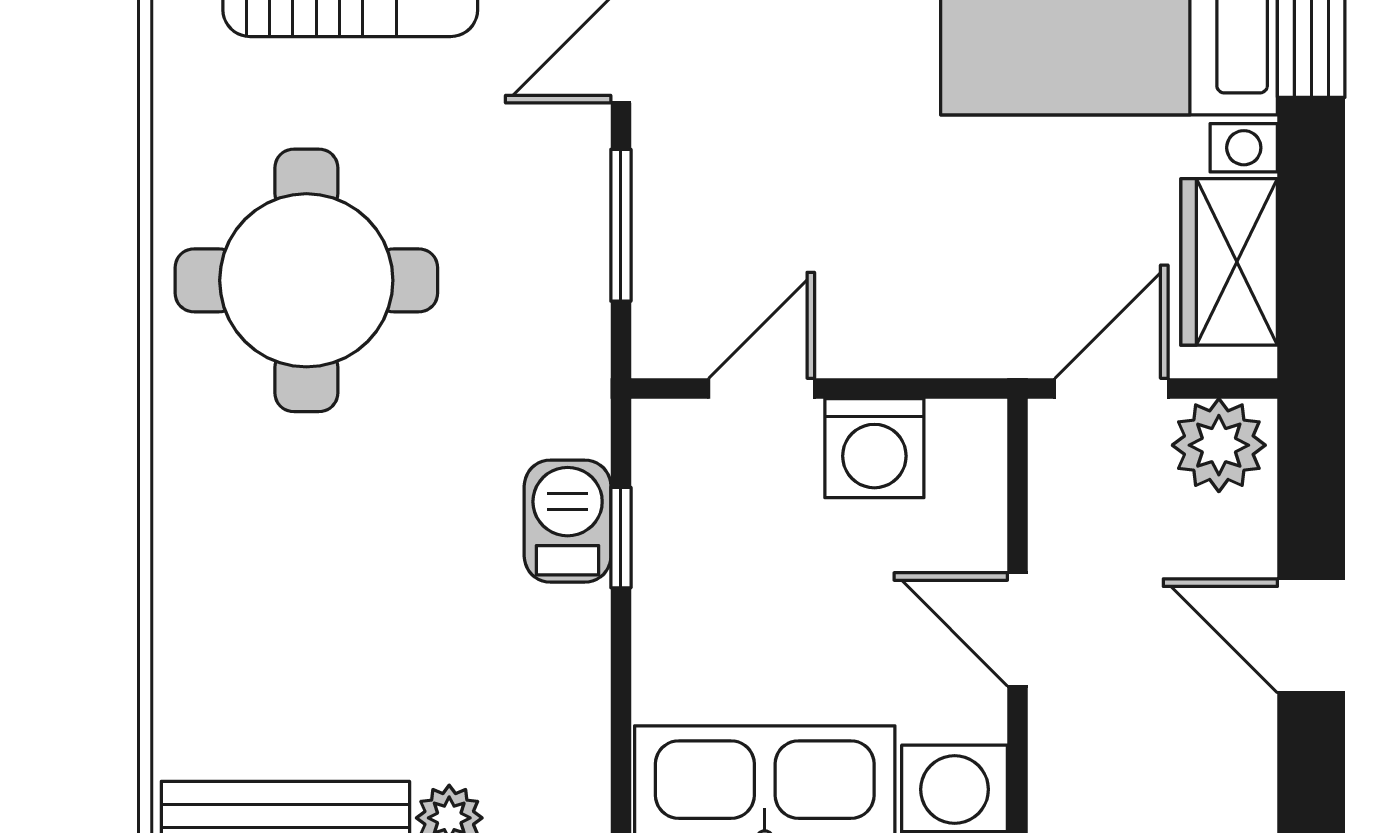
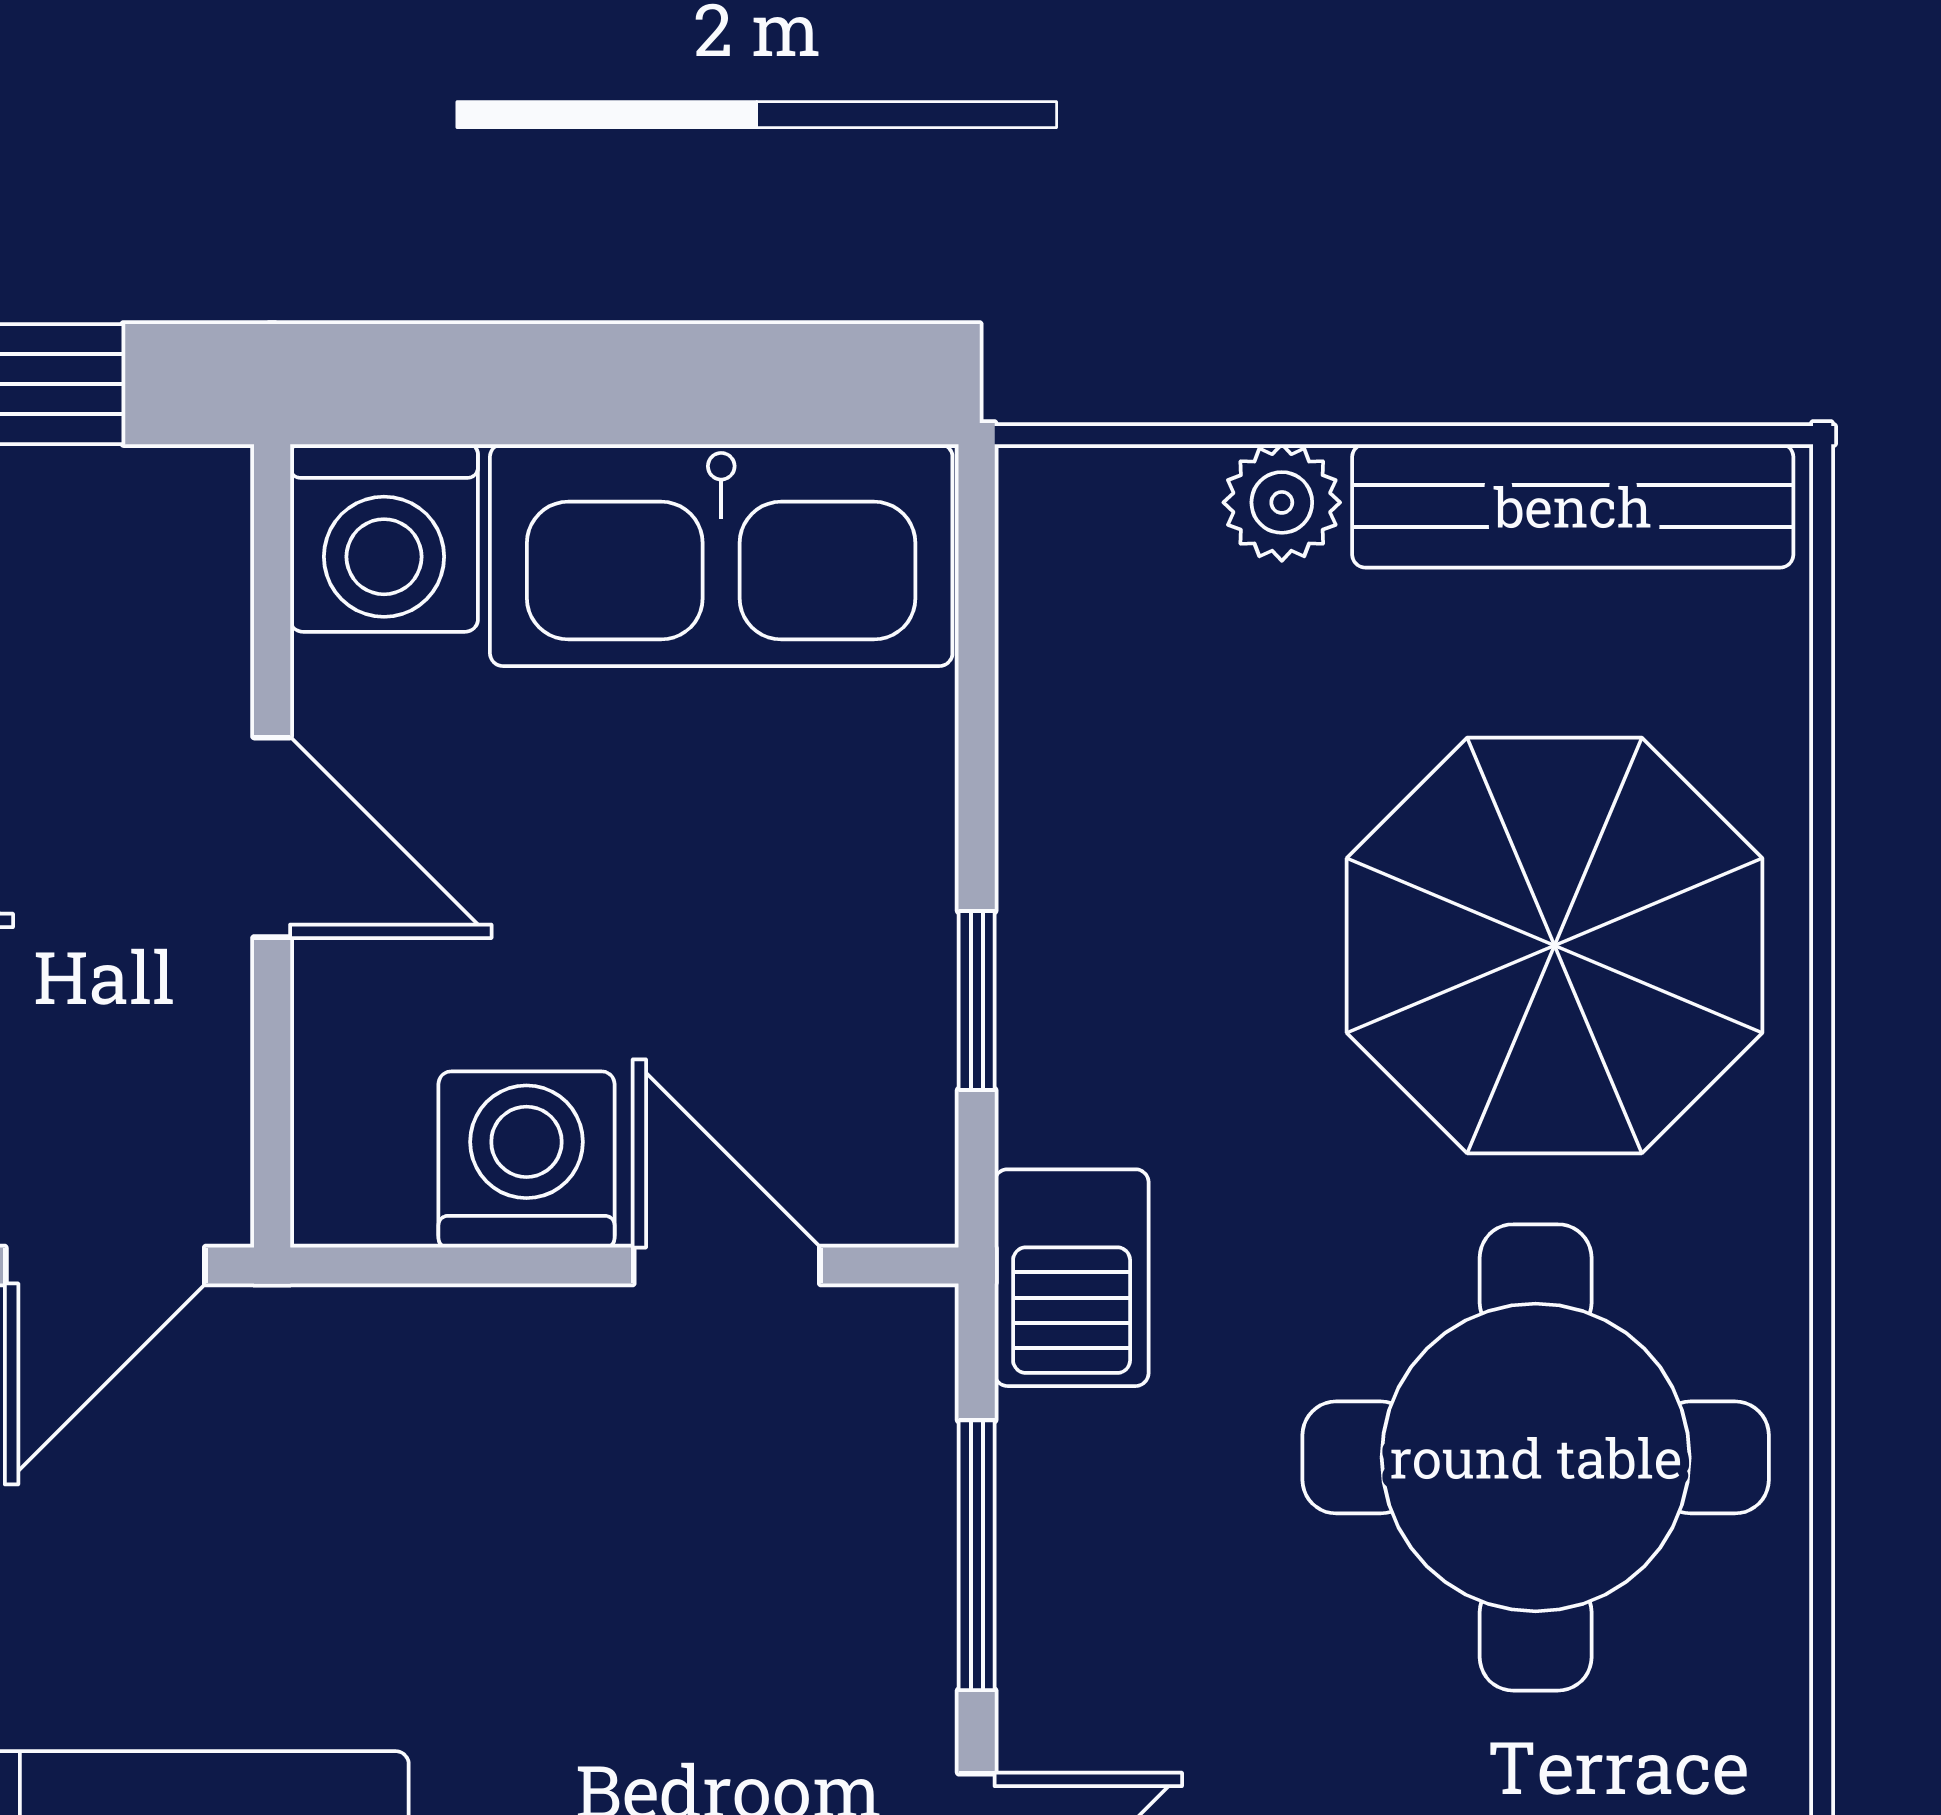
door: (762, 388) -> (727, 1266), swing flipped
barbecue: (568, 521) -> (1072, 1278), moved
parasol: (296, 569) -> (1555, 945), added

